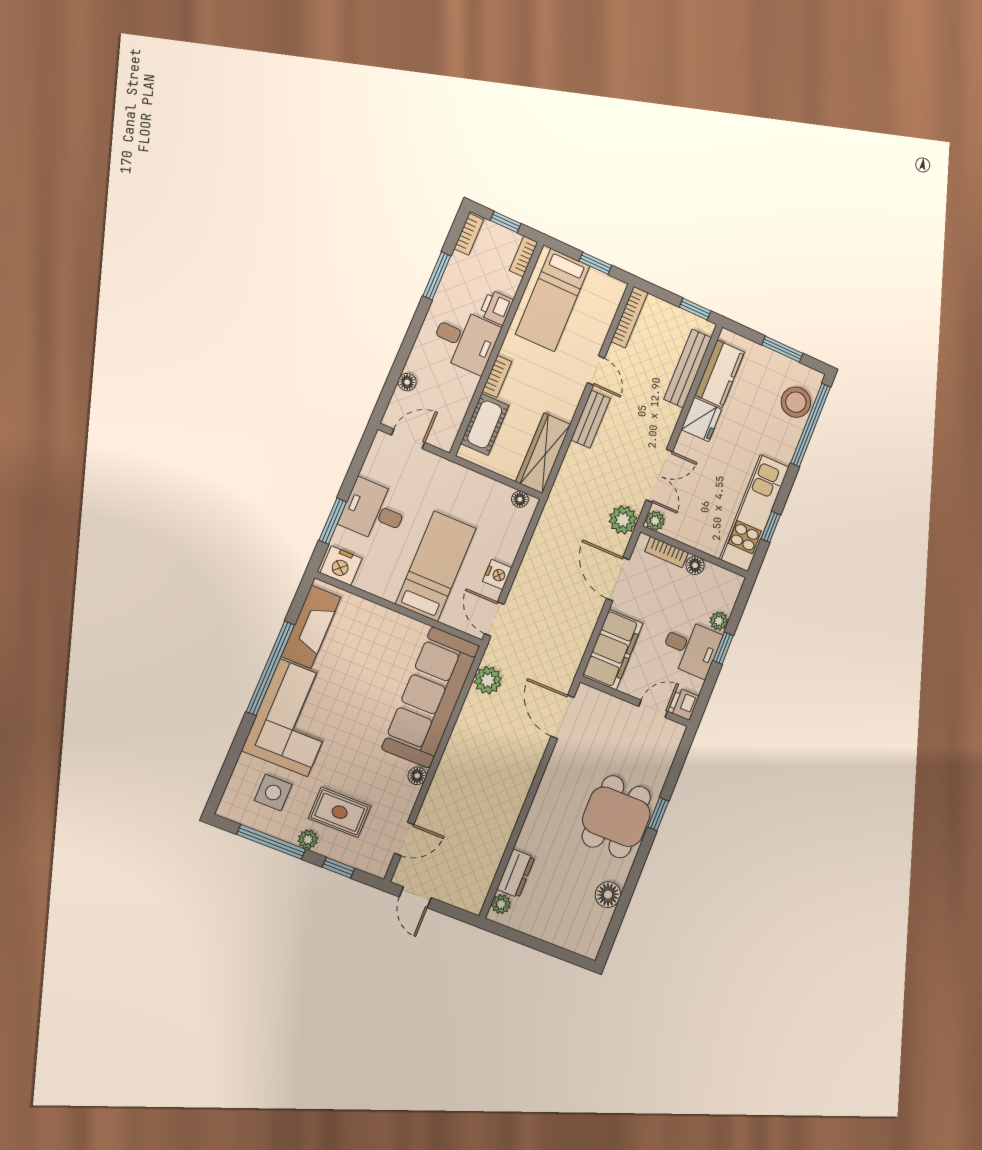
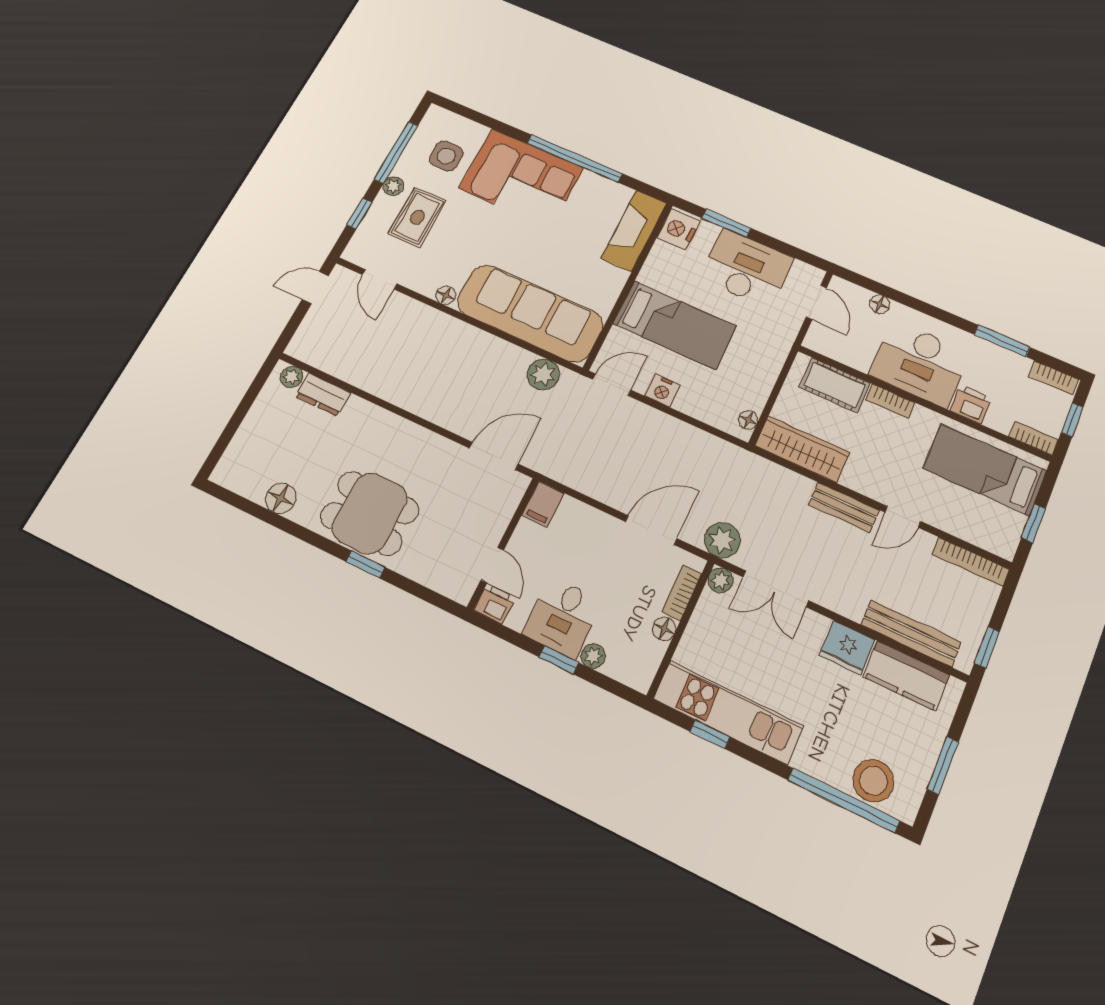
desk: (465, 340) -> (920, 363), width x1.37
desk: (374, 511) -> (746, 268), width x1.37
fireplace: (311, 627) -> (634, 231), moved, turned 90
filing cabinet: (613, 650) -> (543, 504), width x0.33, depth x0.86

